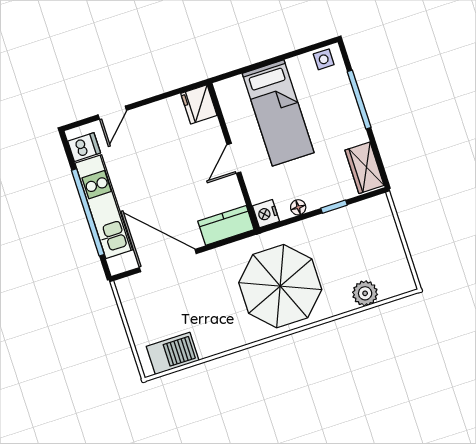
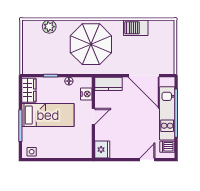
bed: (278, 113) -> (48, 115), moved, turned 90
nightstand: (266, 214) -> (86, 94), moved
barbecue: (173, 353) -> (136, 28), moved

